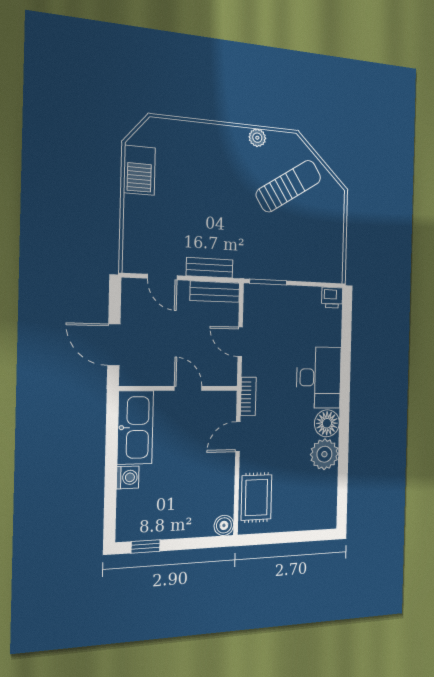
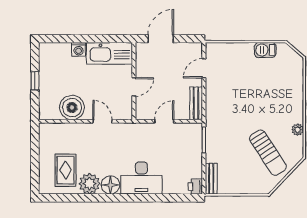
barbecue: (139, 170) -> (265, 50), width x0.73, depth x0.79
bench: (210, 268) -> (211, 179), moved
bookcase: (248, 396) -> (129, 128), removed
rug: (256, 497) -> (66, 170), moved, turned 90
boiler: (224, 525) -> (72, 108), moved, width x1.86, depth x1.86
window: (146, 546) -> (35, 81), moved

